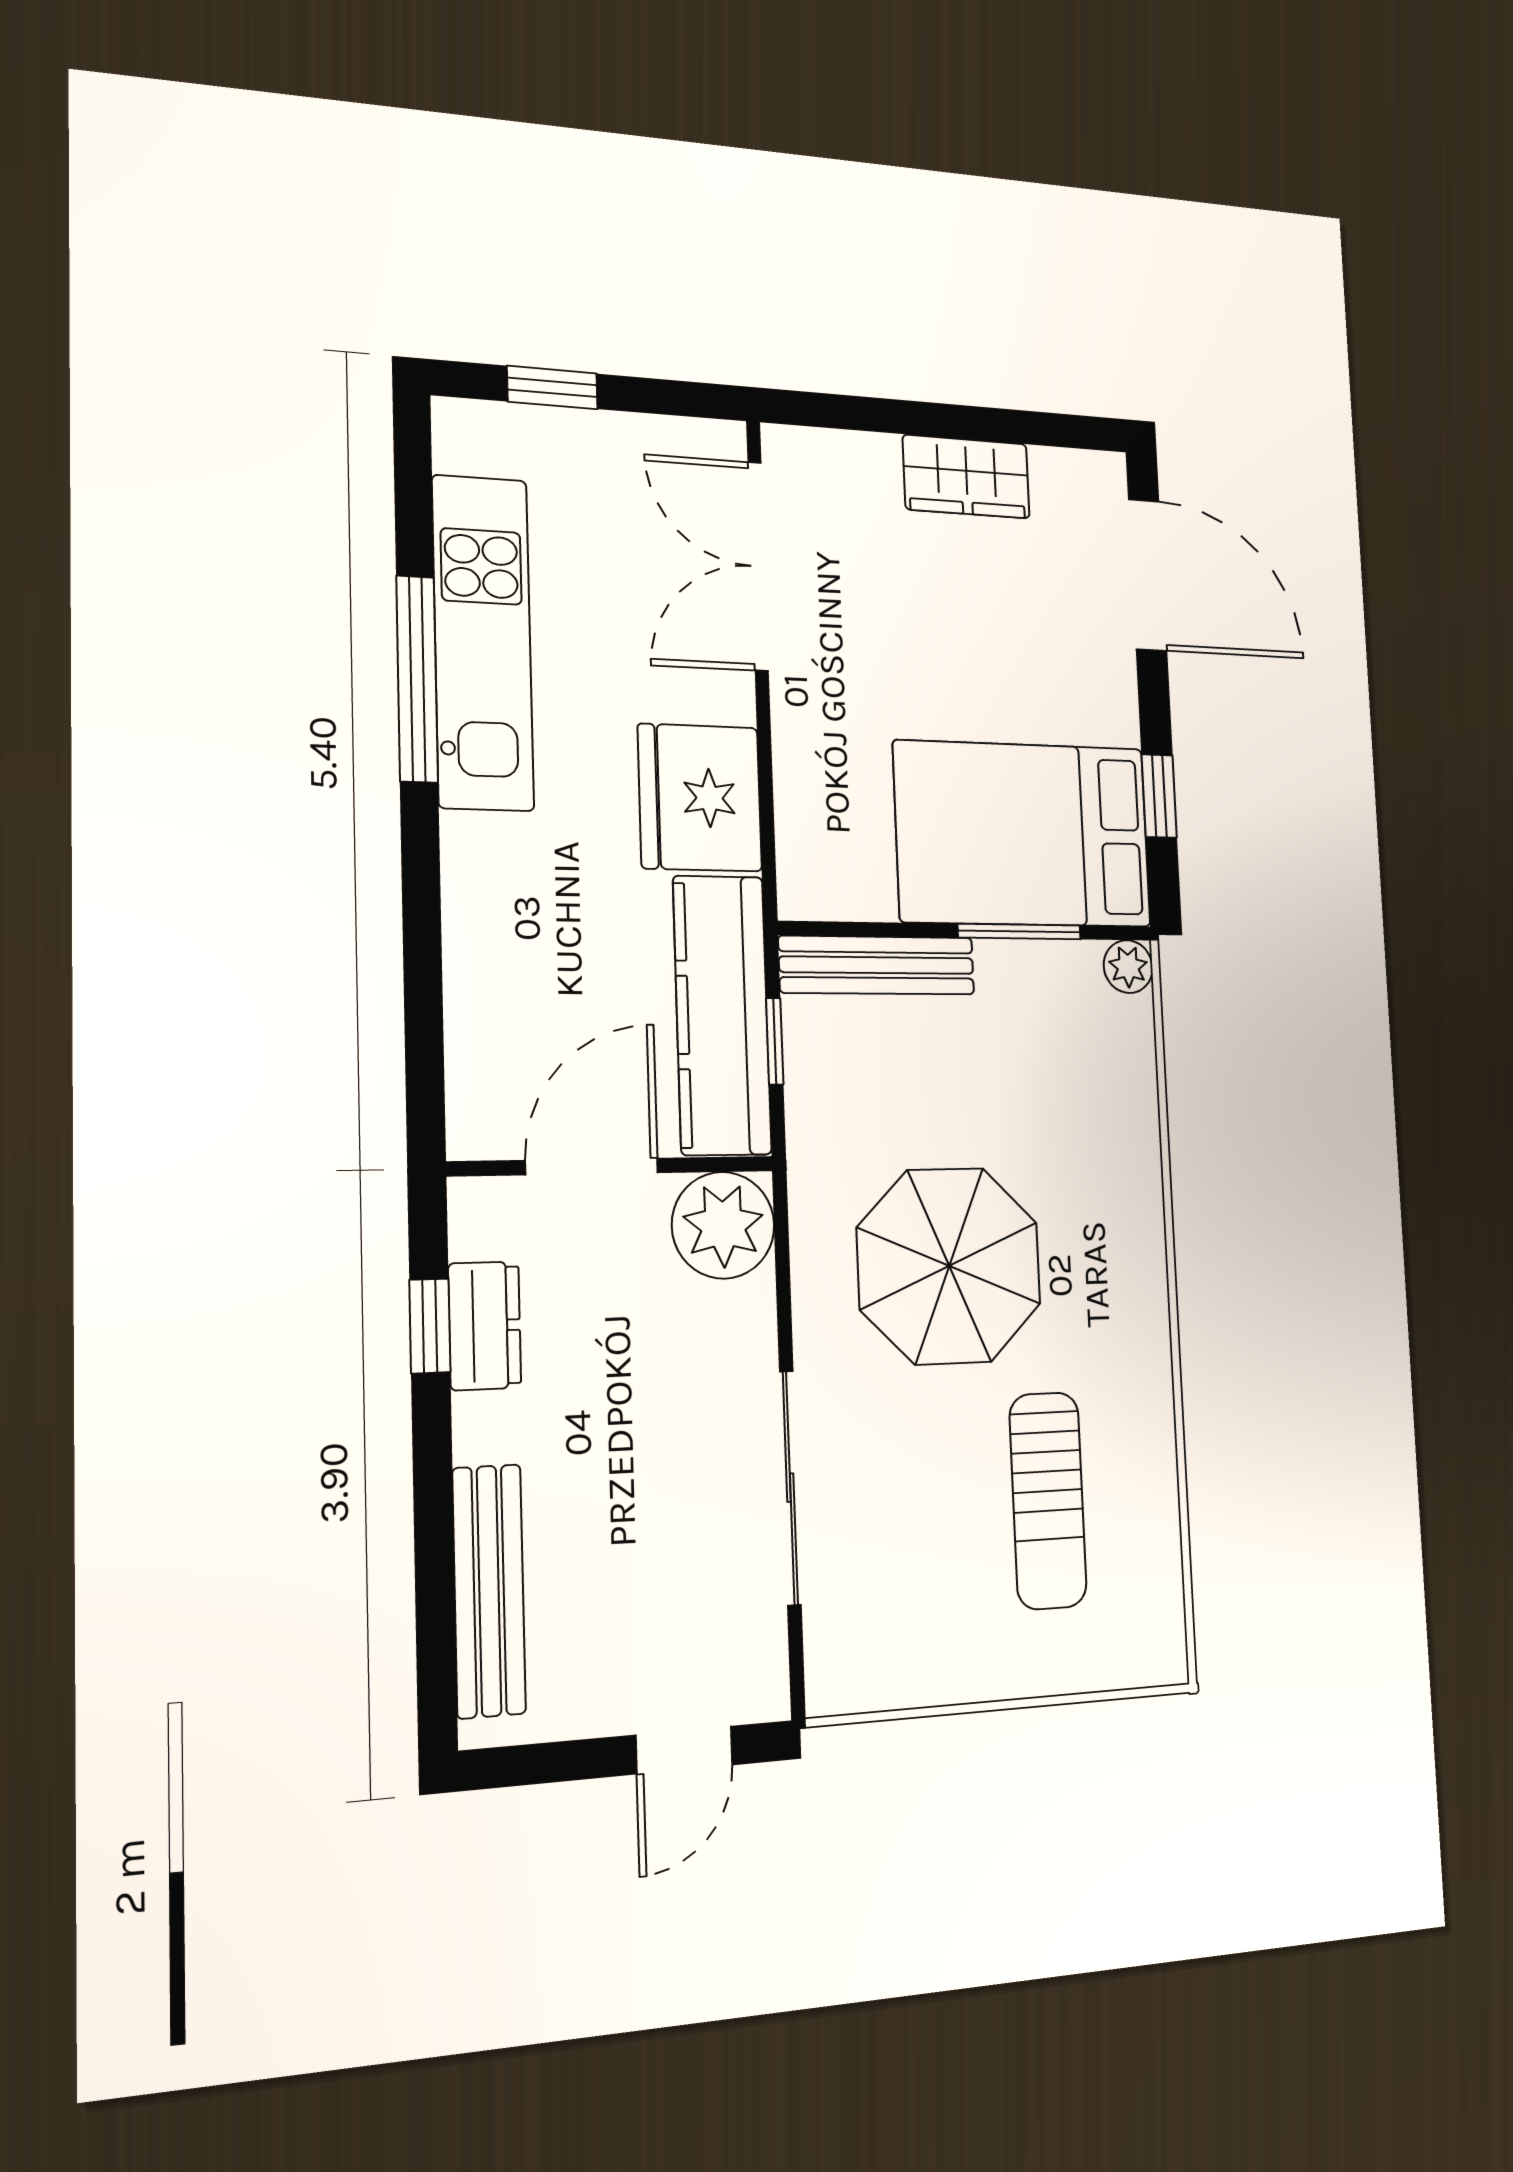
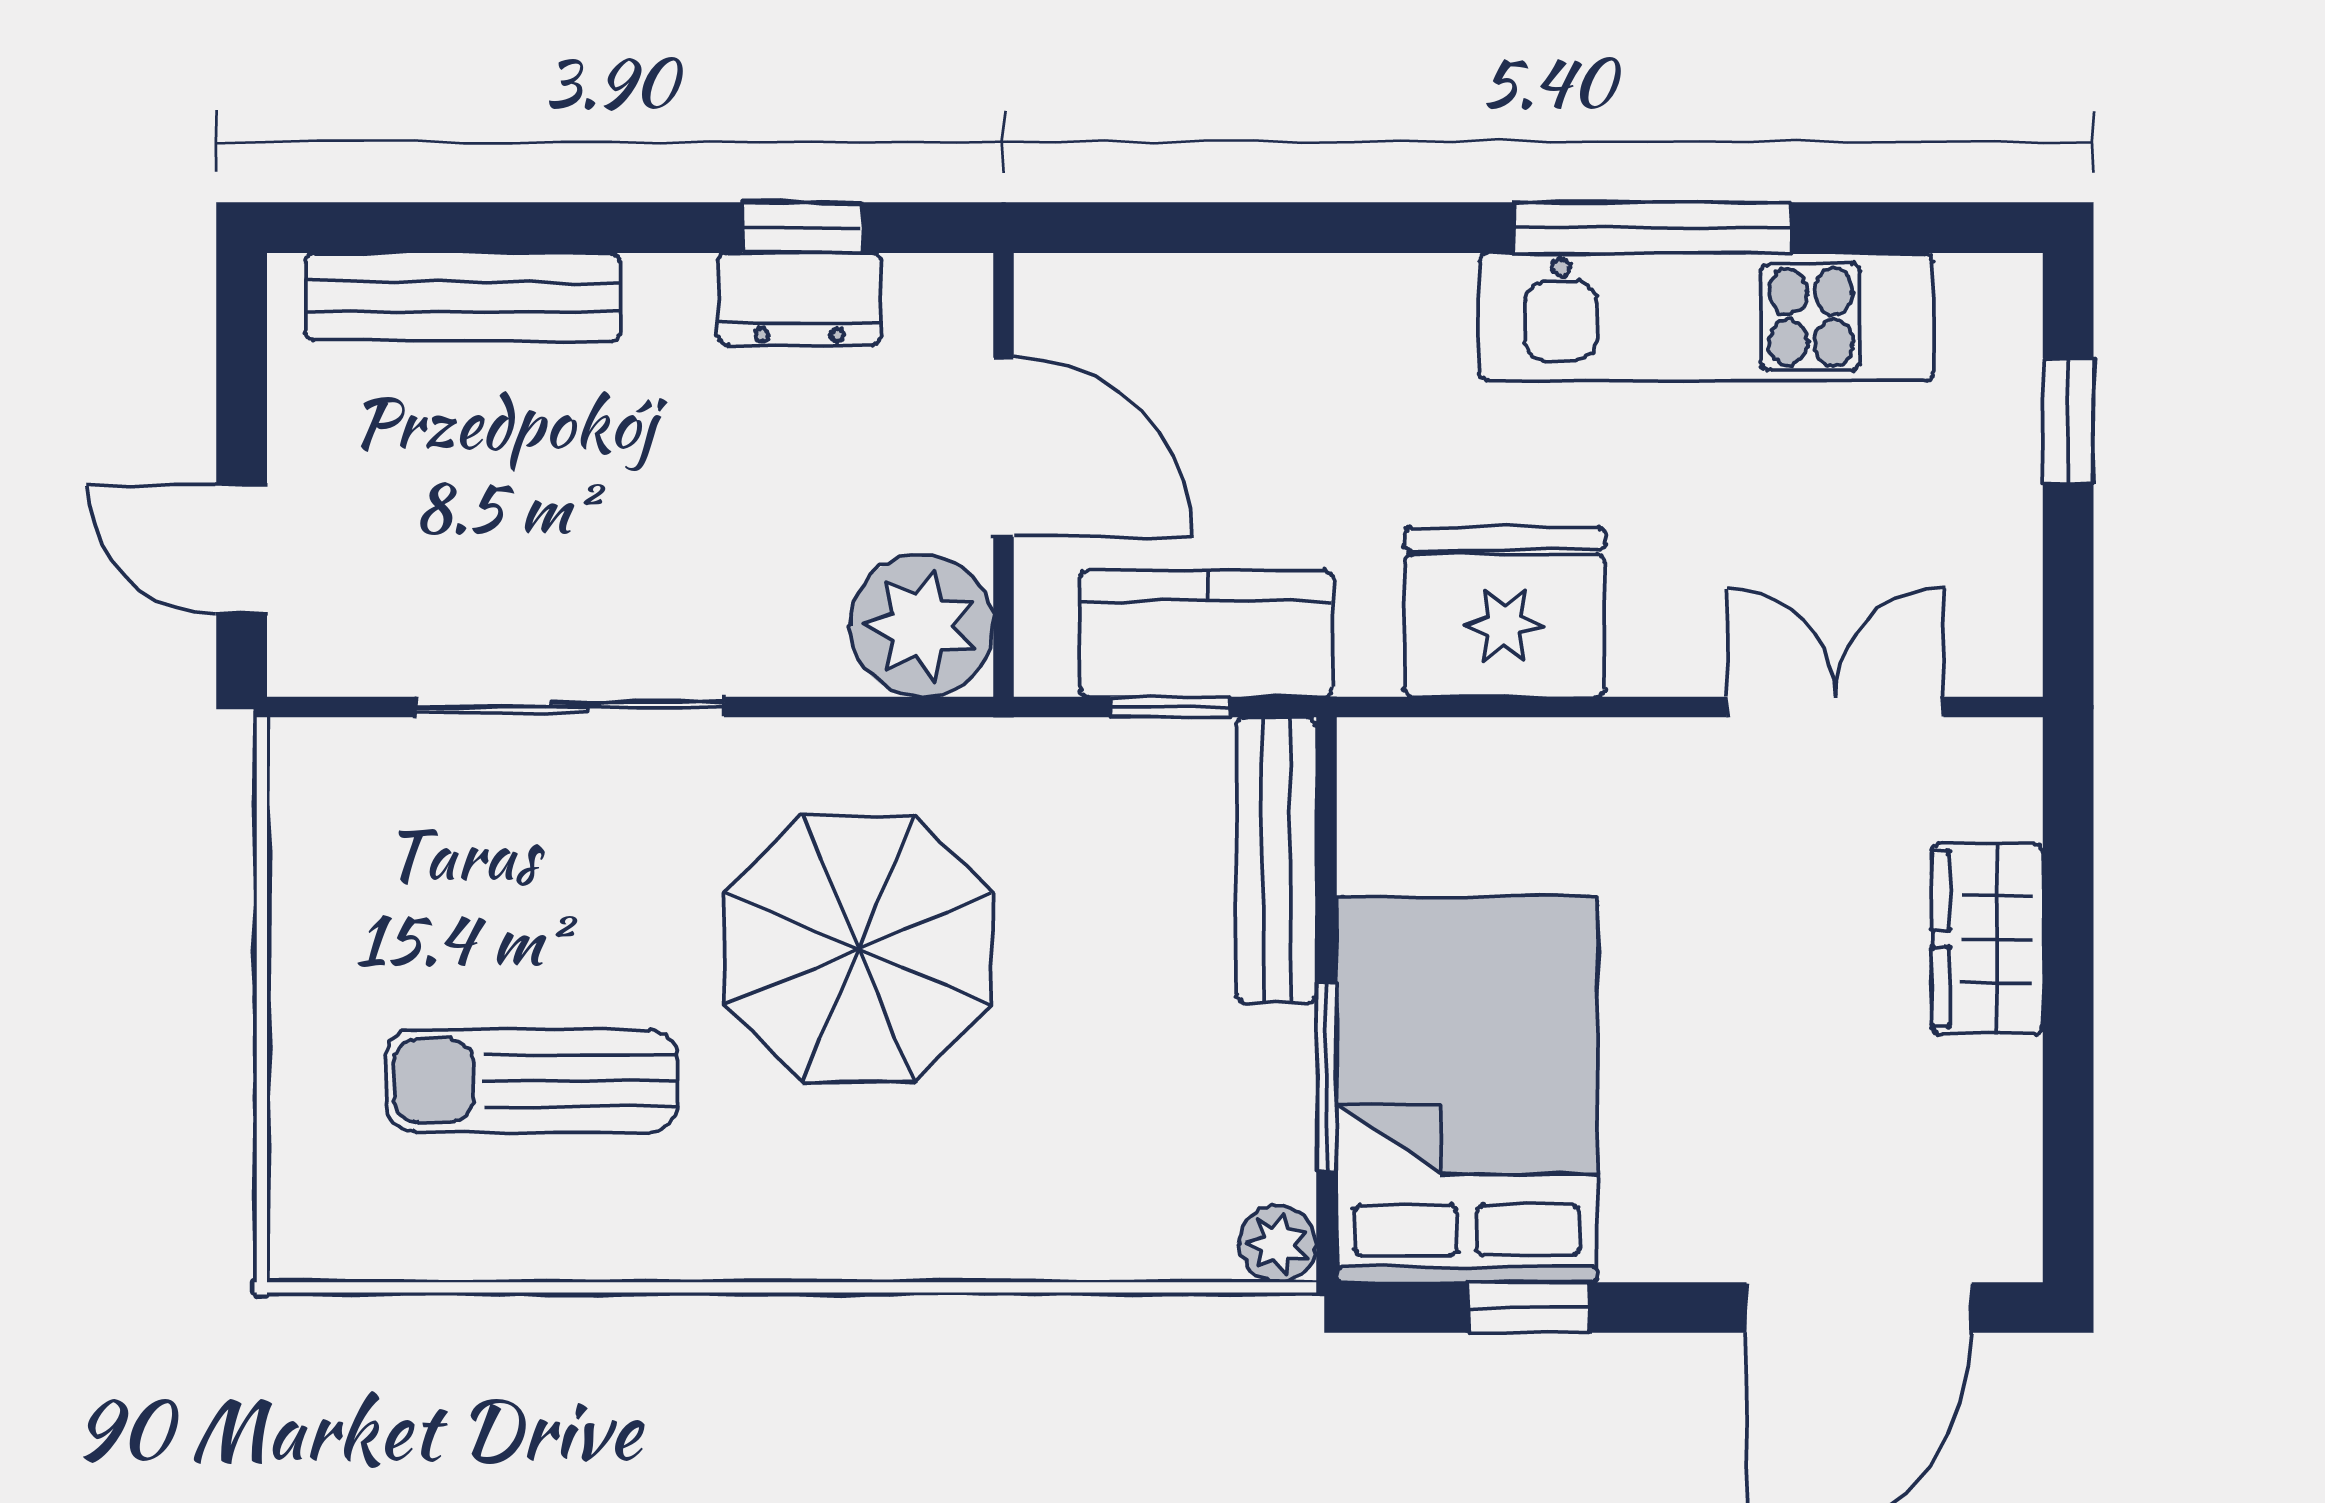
wardrobe: (966, 477) -> (1987, 939), moved
double door: (758, 566) -> (1835, 707), width x0.73
kitchen counter: (722, 1015) -> (1206, 634), width x0.67

